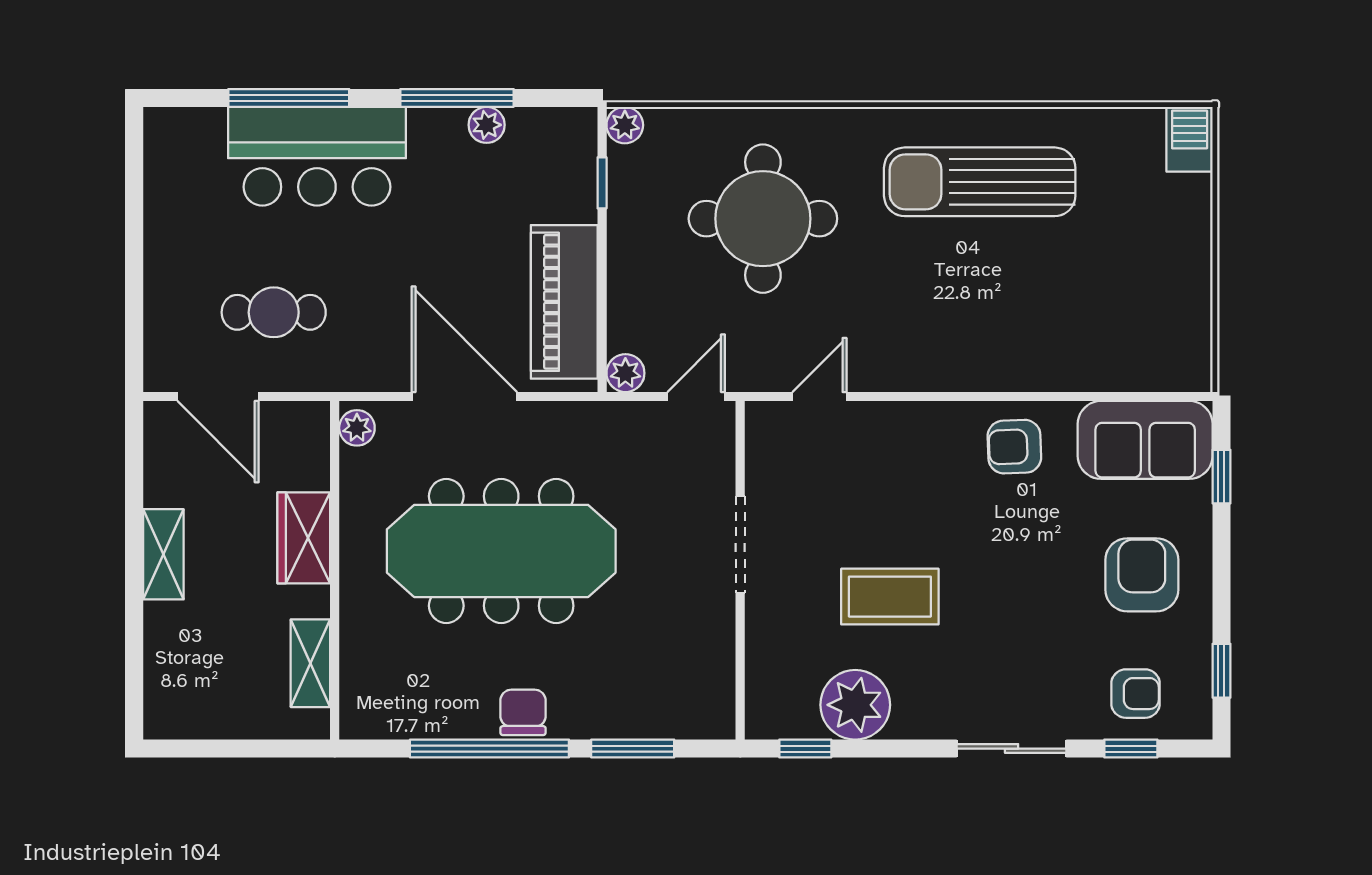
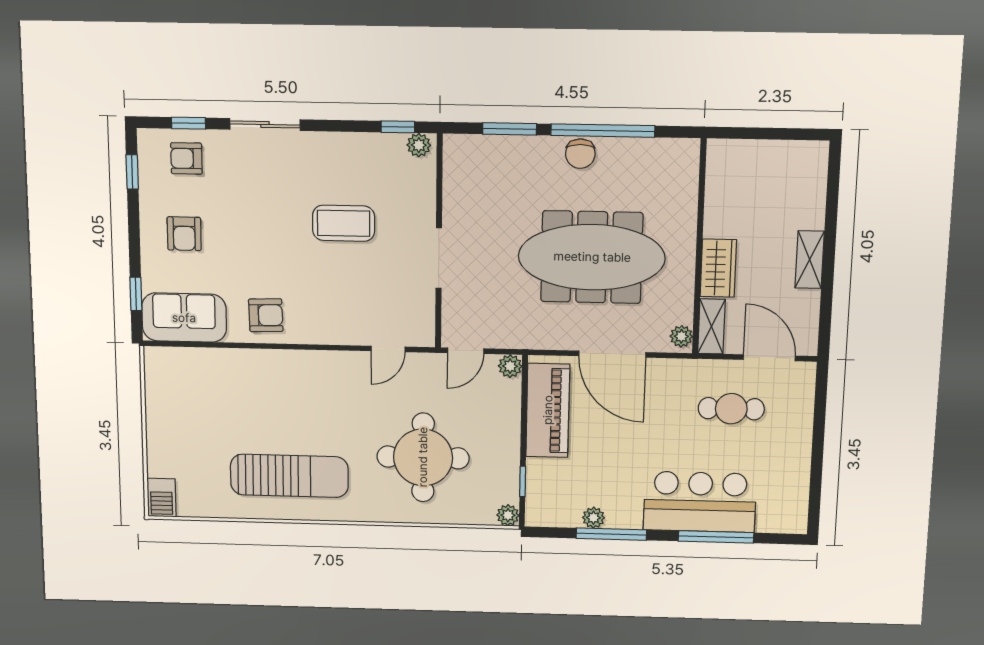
armchair: (1142, 575) -> (184, 234), width x0.72, depth x0.72
shelving: (310, 663) -> (711, 326), moved
plant: (855, 705) -> (419, 145), moved, width x0.53, depth x0.53

